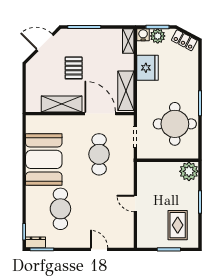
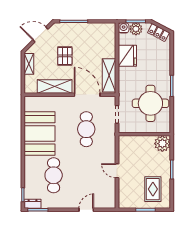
shelving: (128, 41) -> (29, 64), moved
door: (99, 249) -> (86, 210), hinge flipped

